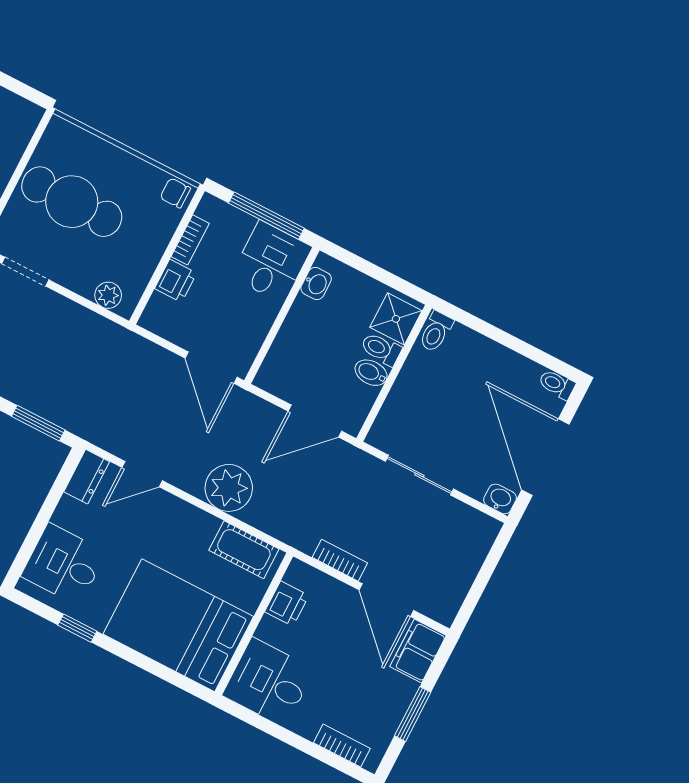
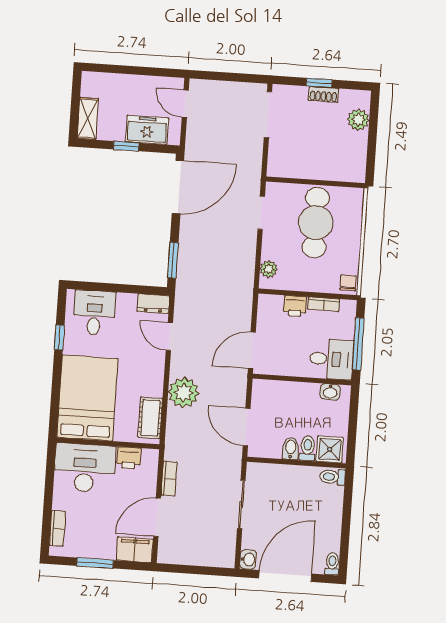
desk: (269, 682) -> (85, 468), width x1.37

